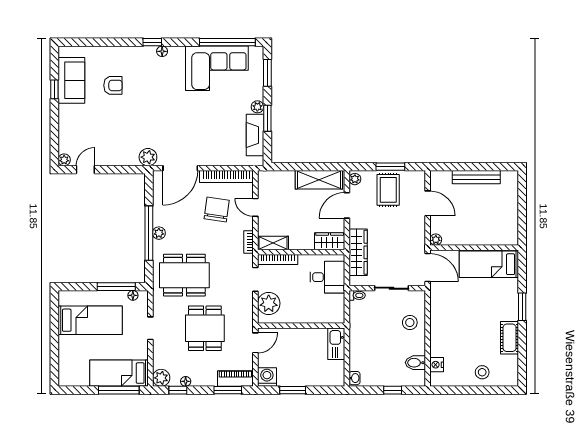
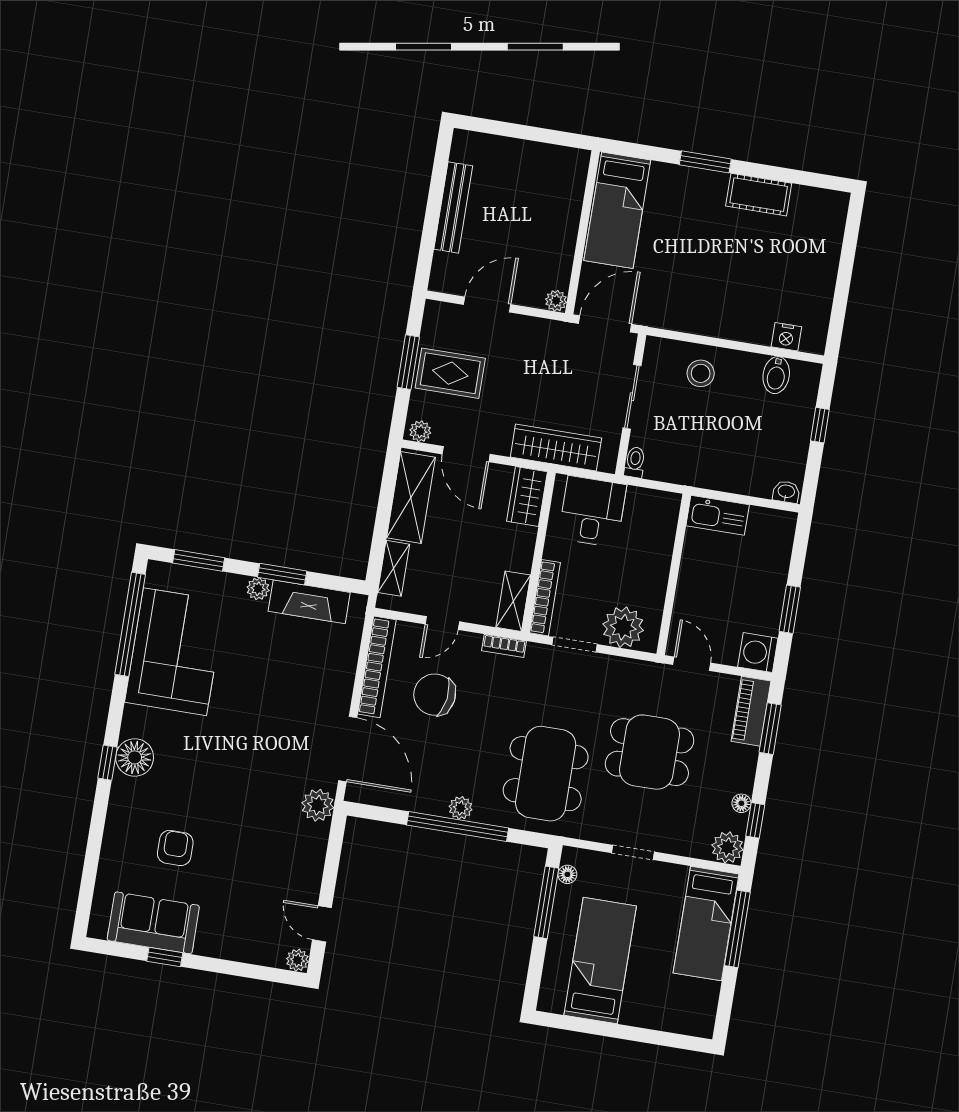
floor lamp: (162, 51) -> (135, 757), width x1.89, depth x1.89
shelving: (280, 177) -> (394, 568), added
stool: (482, 372) -> (814, 255), removed

